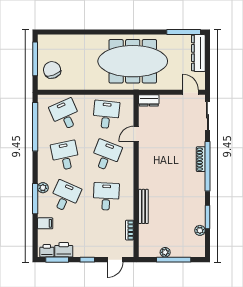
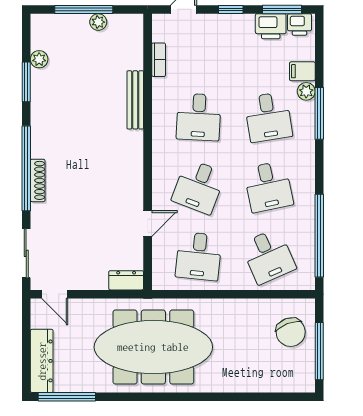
plant: (43, 188) -> (306, 91), moved
desk: (65, 196) -> (268, 117), turned -33

